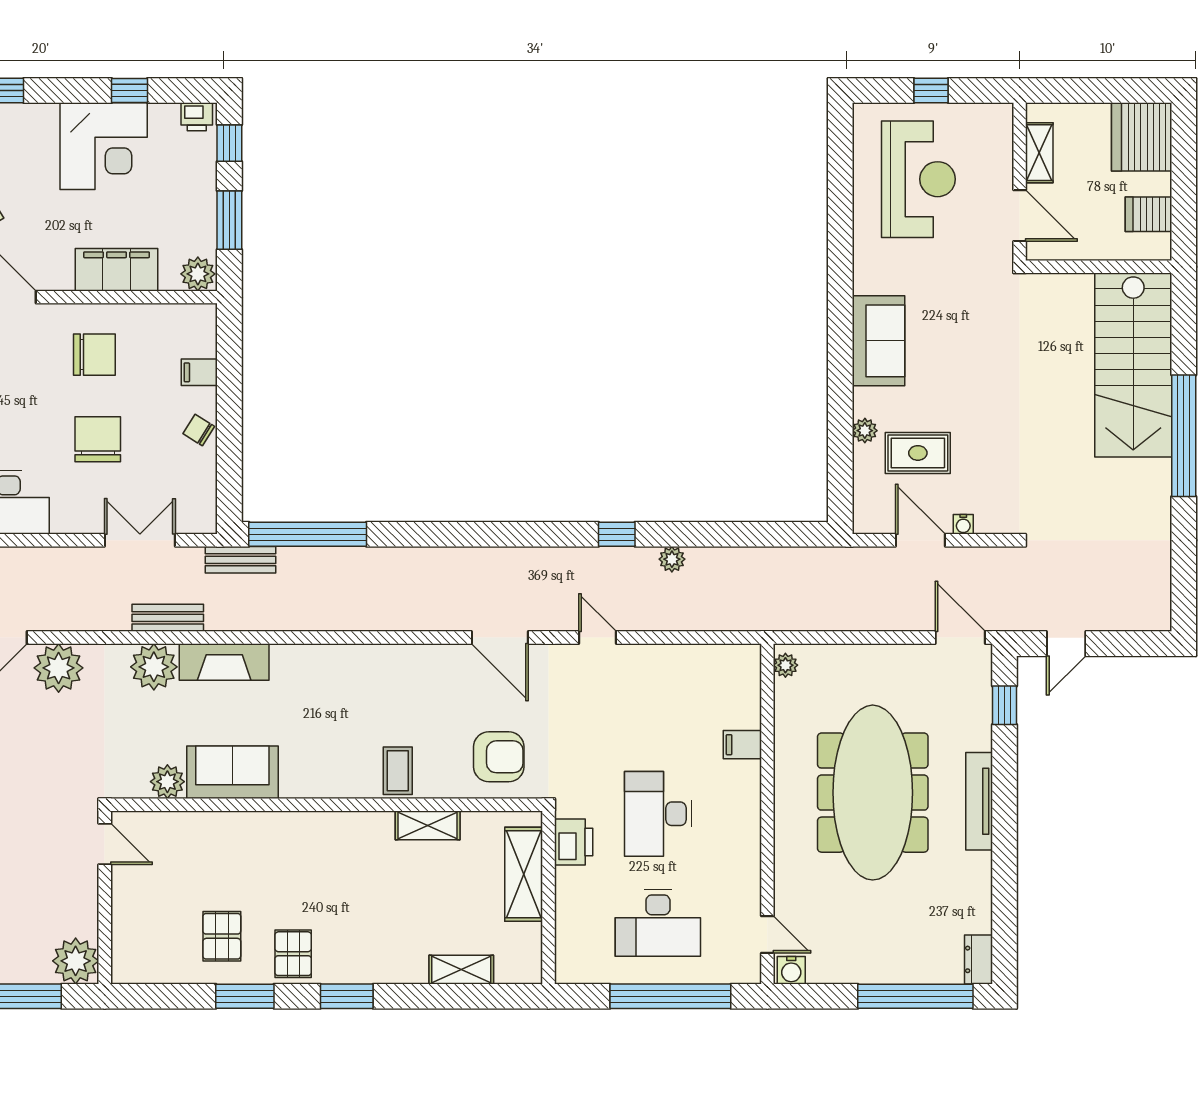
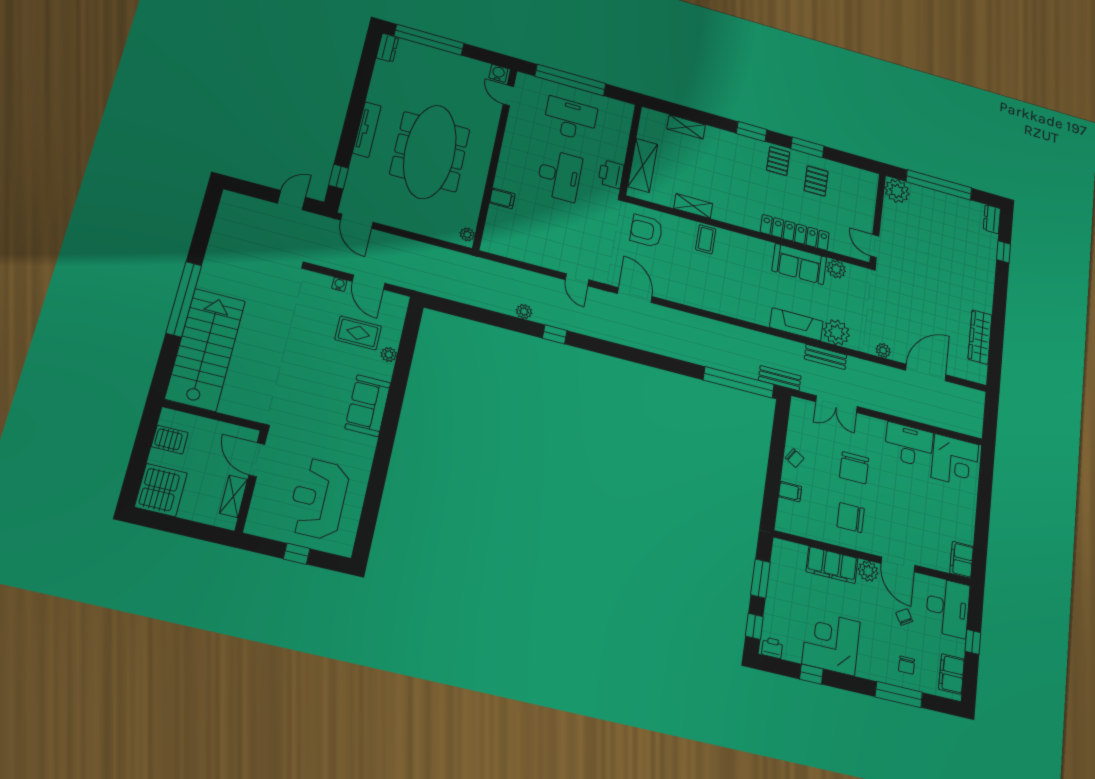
plant: (198, 274) -> (868, 571), moved
plant: (59, 668) -> (883, 350), width x0.53, depth x0.53
locker: (247, 828) -> (795, 232), added

